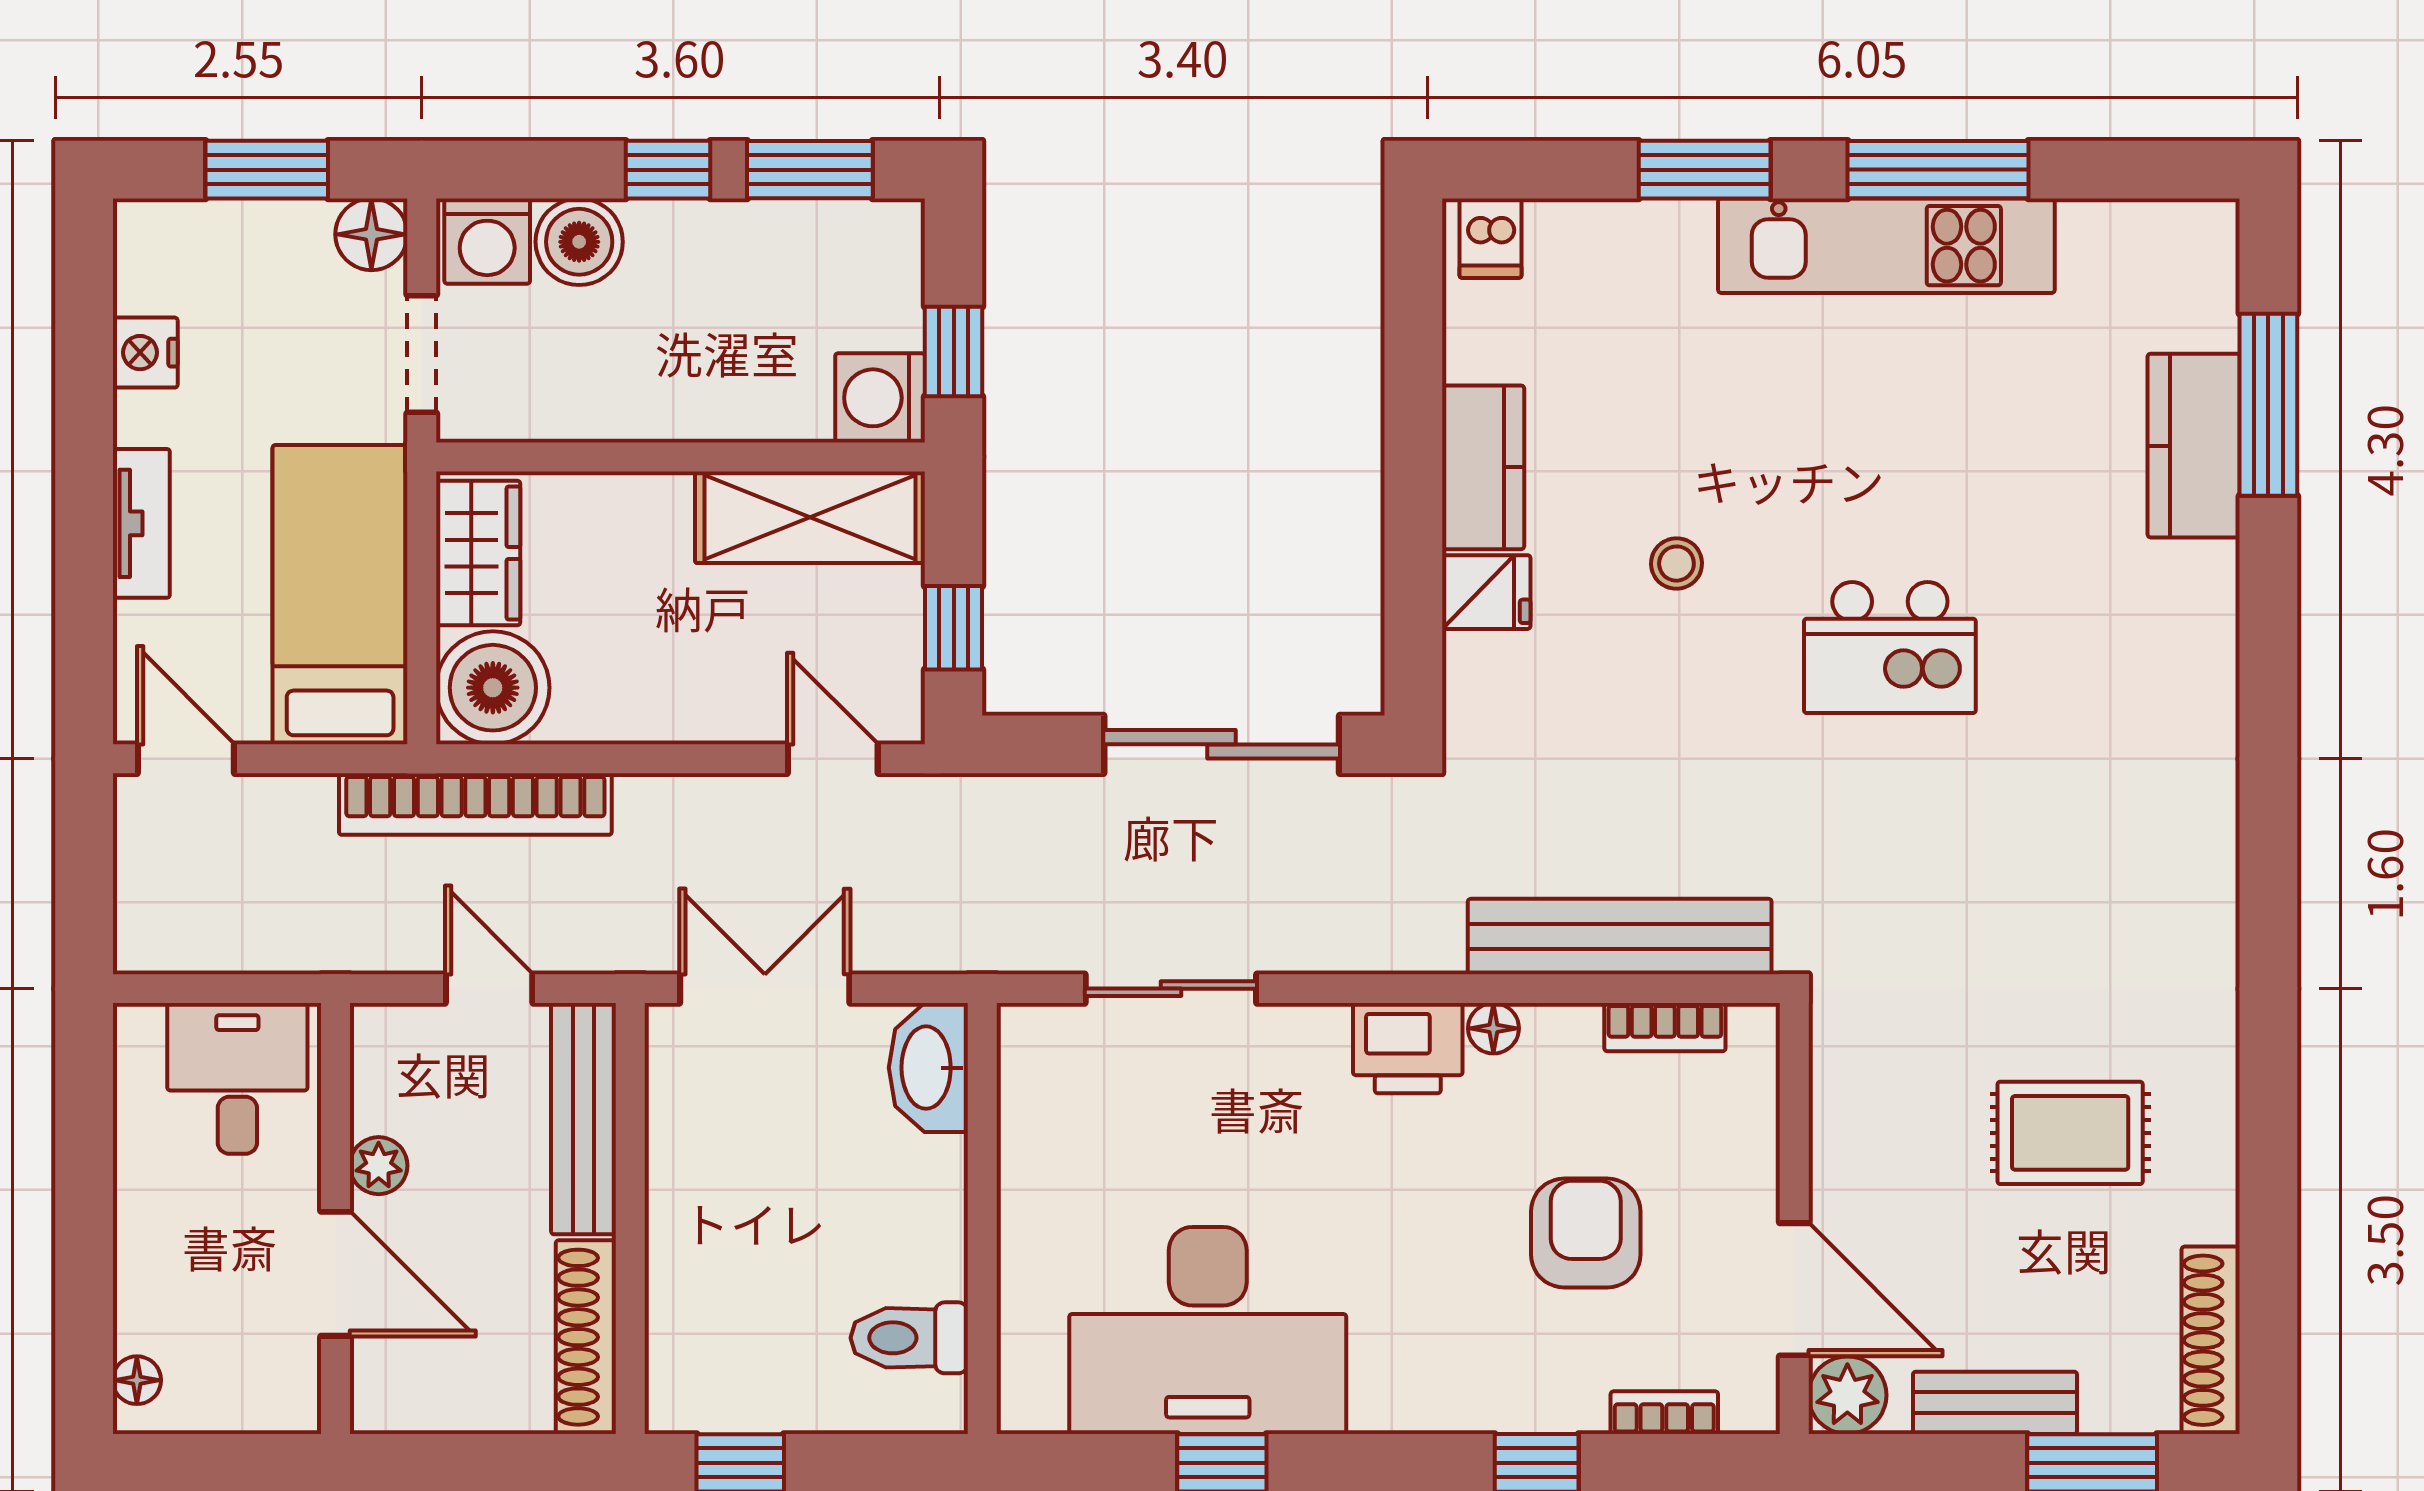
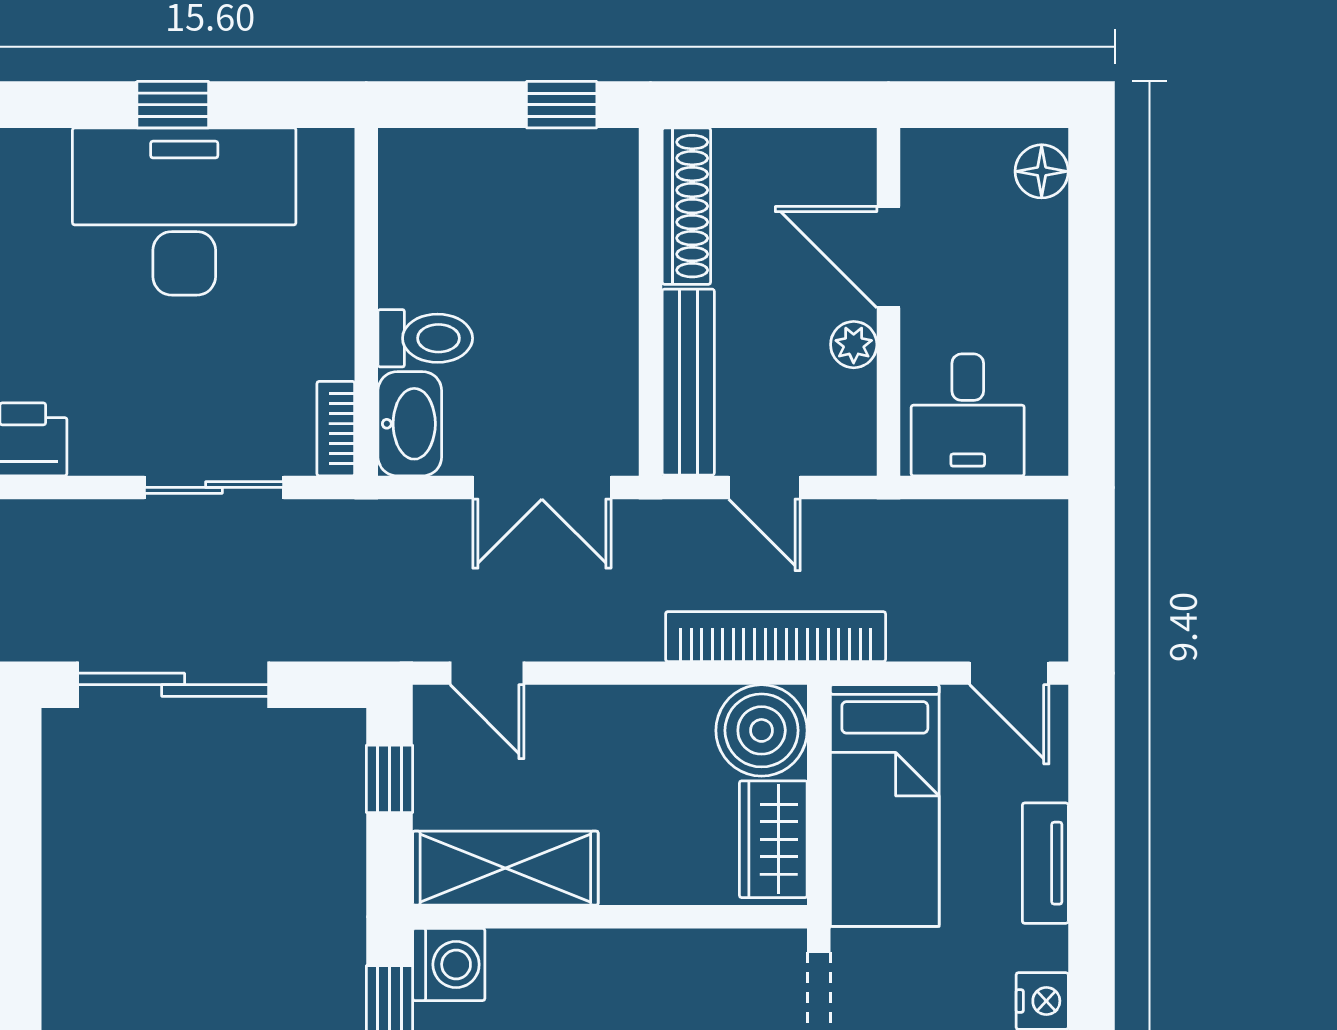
bookcase: (1020, 1062) -> (336, 429), added
toilet: (909, 1338) -> (425, 338), moved
floor lamp: (137, 1380) -> (1042, 171), width x1.37, depth x1.37

